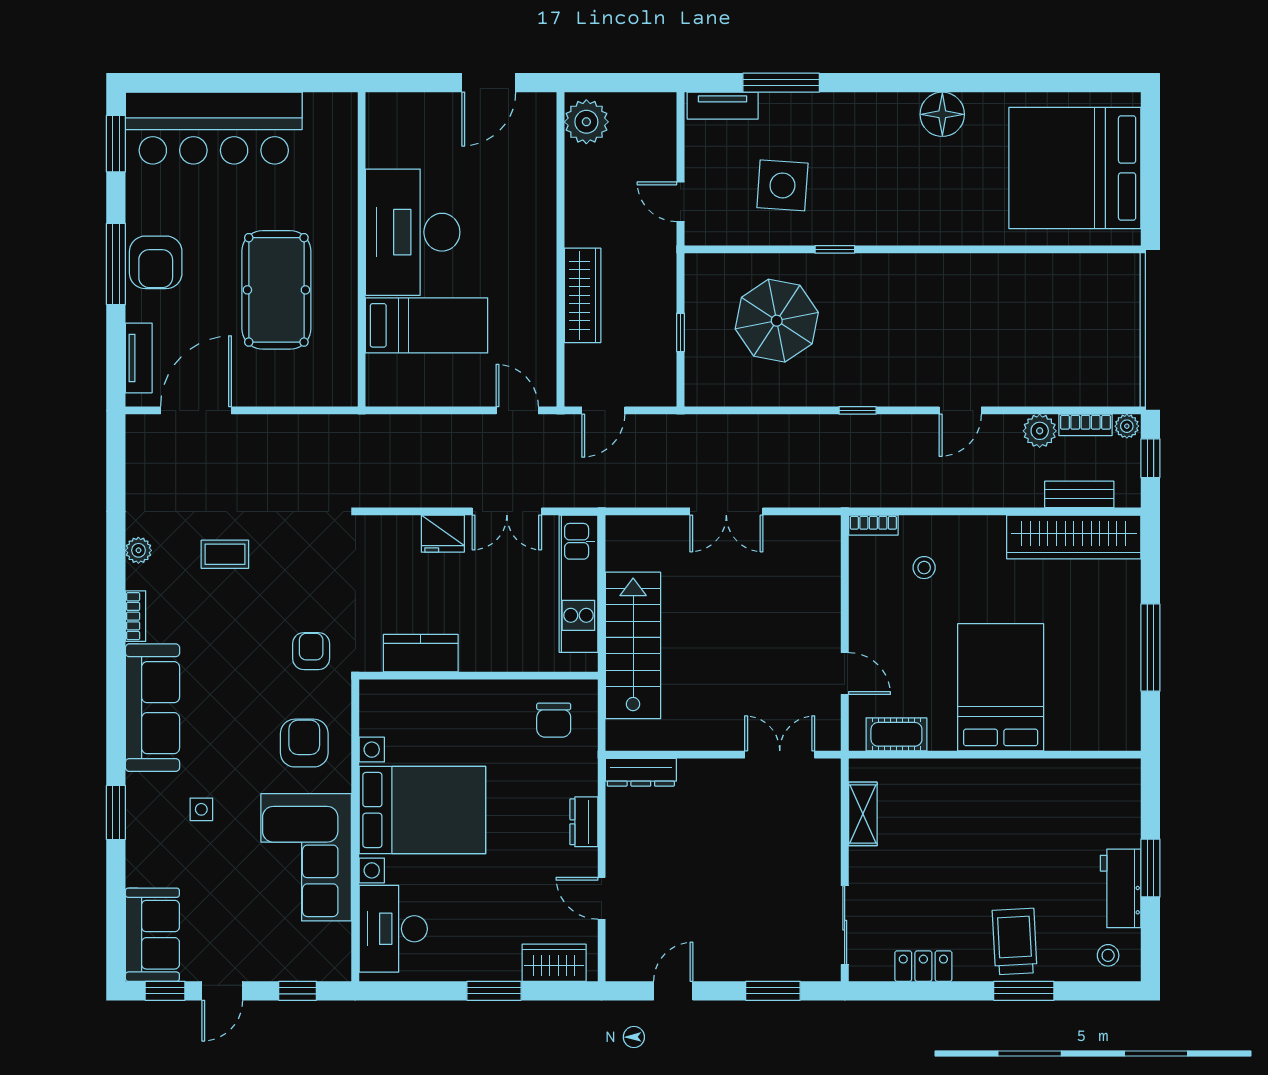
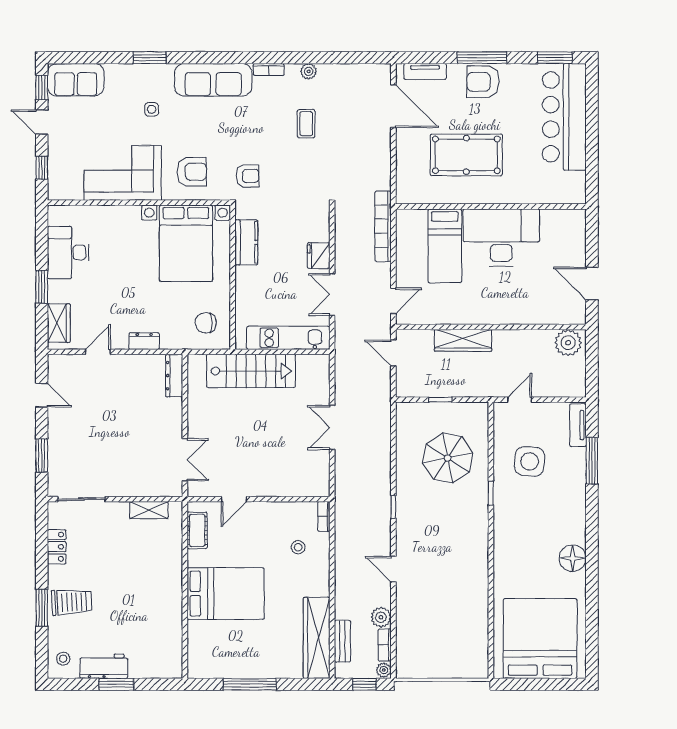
bookcase: (394, 427) -> (383, 226), added
bed with nightstands: (422, 810) -> (186, 243), moved
desk: (393, 929) -> (68, 252), moved, turned -90

